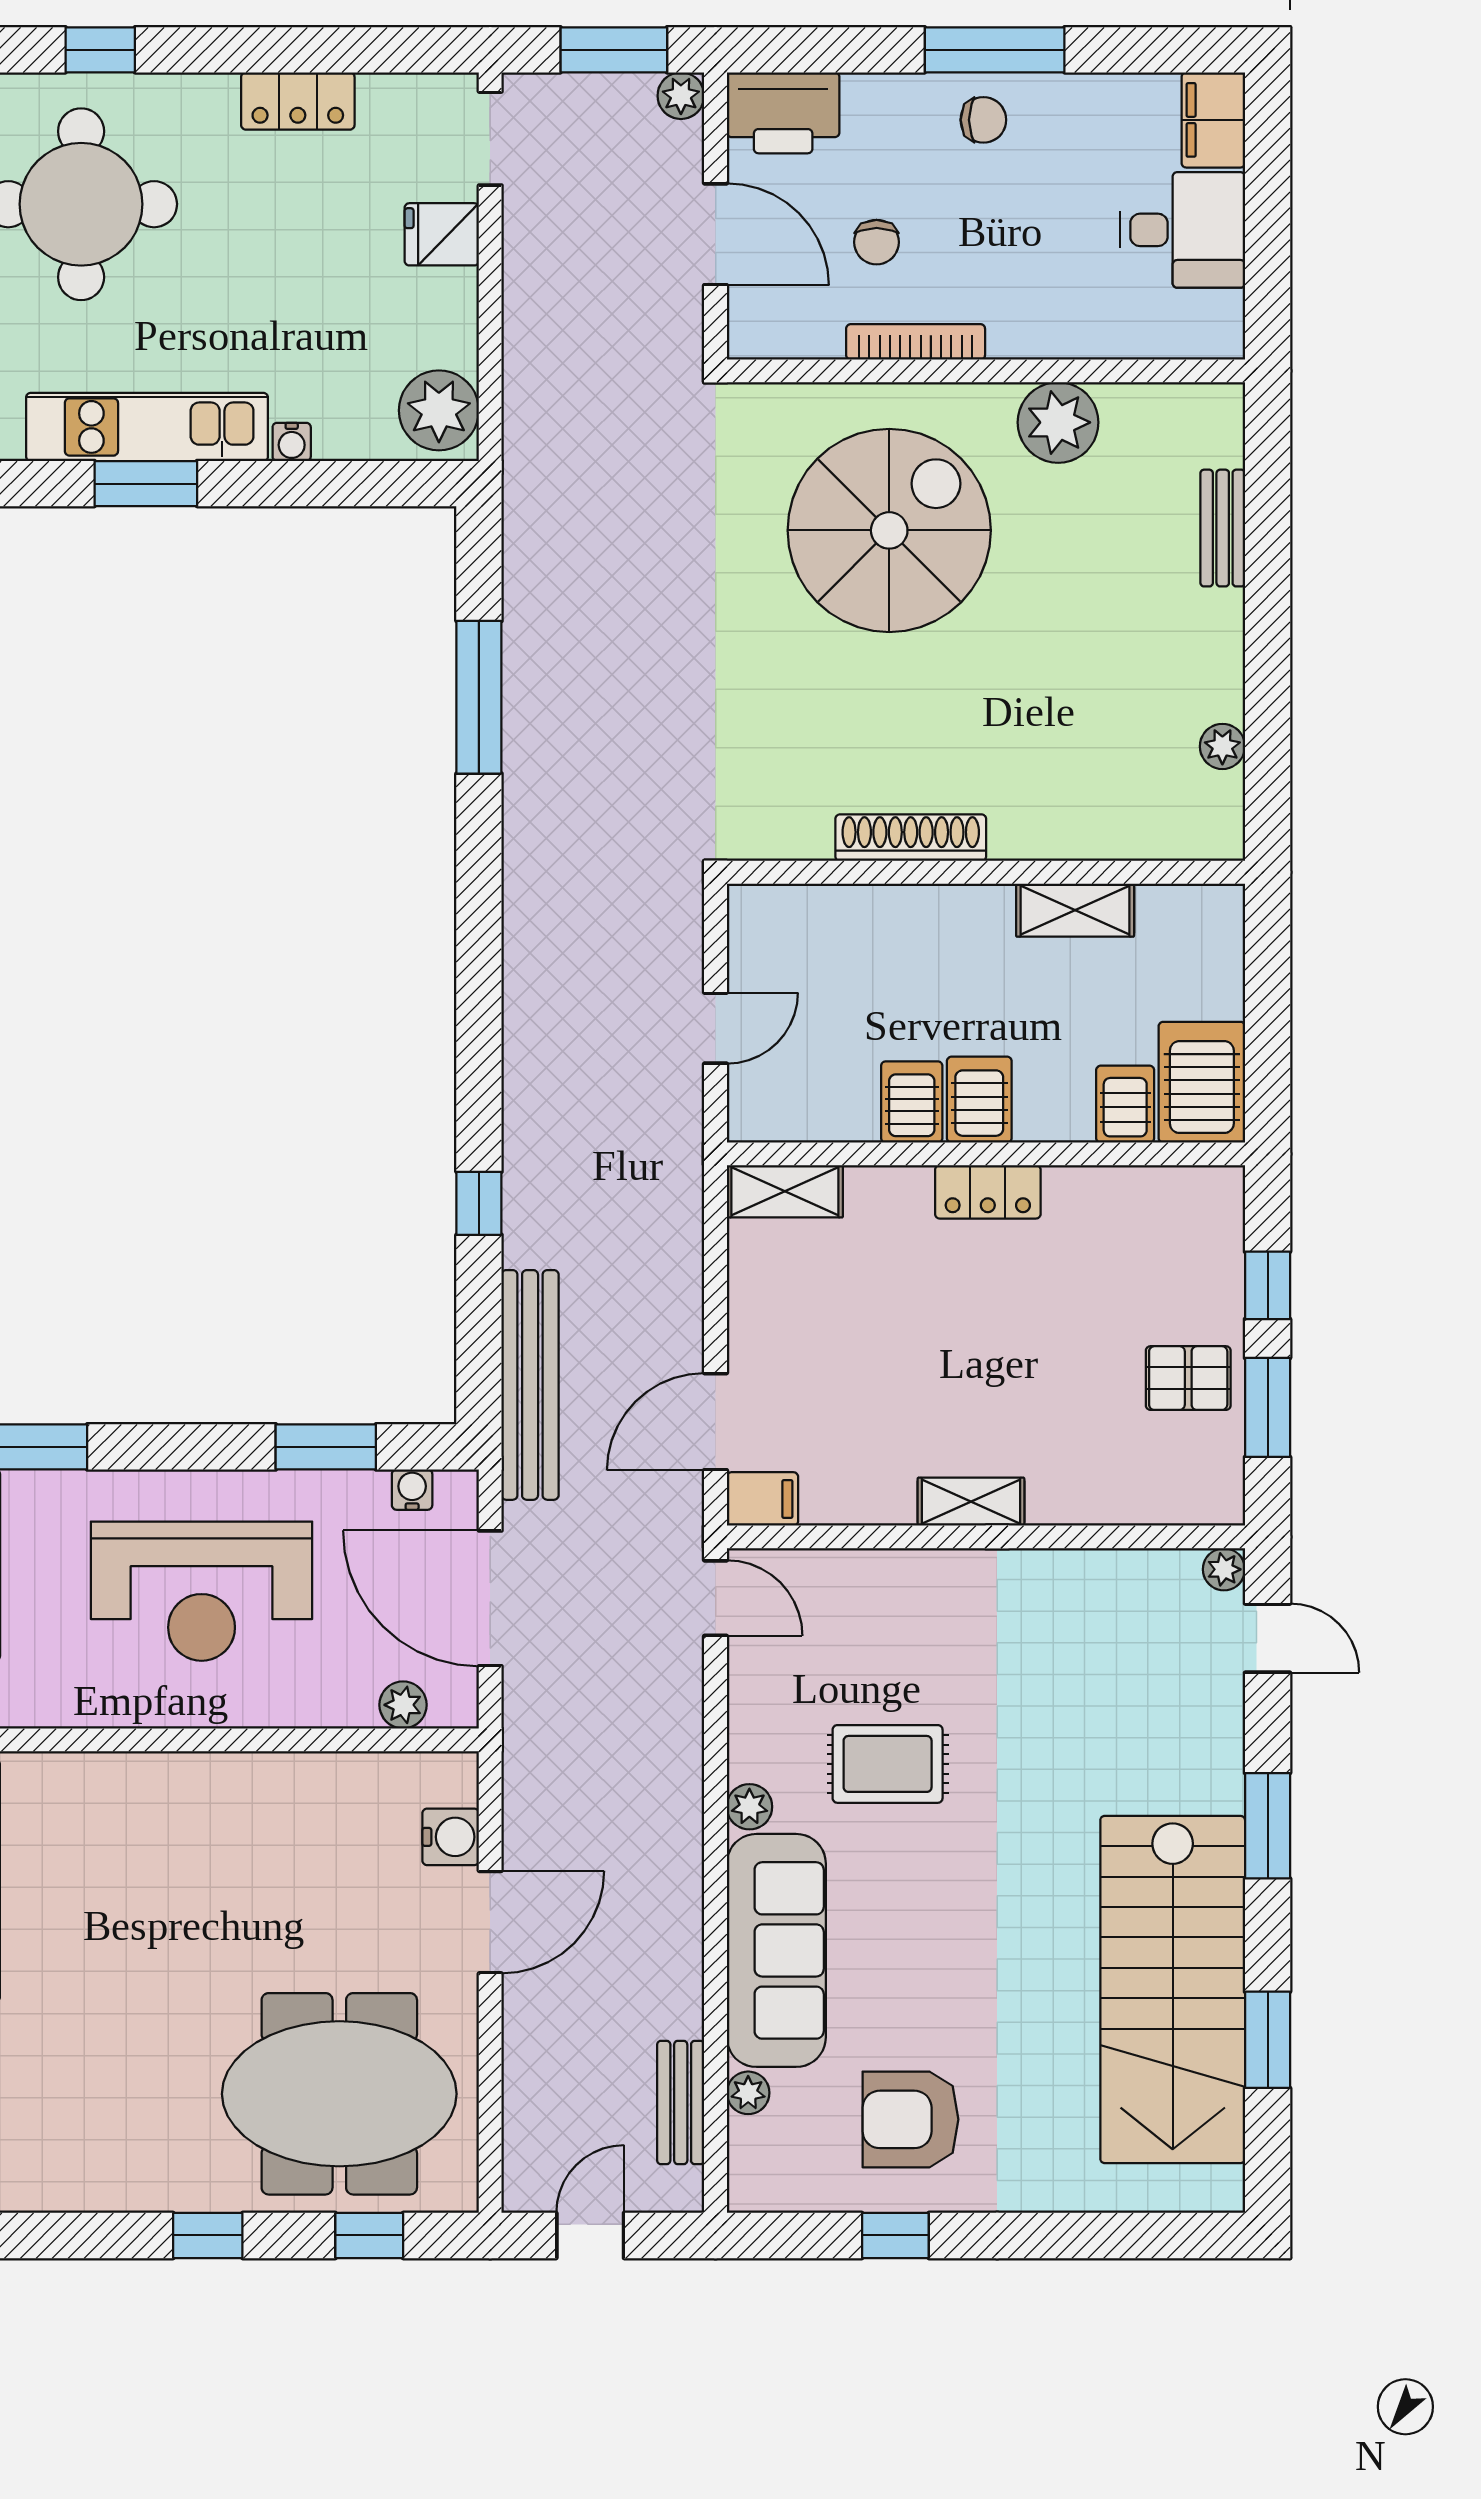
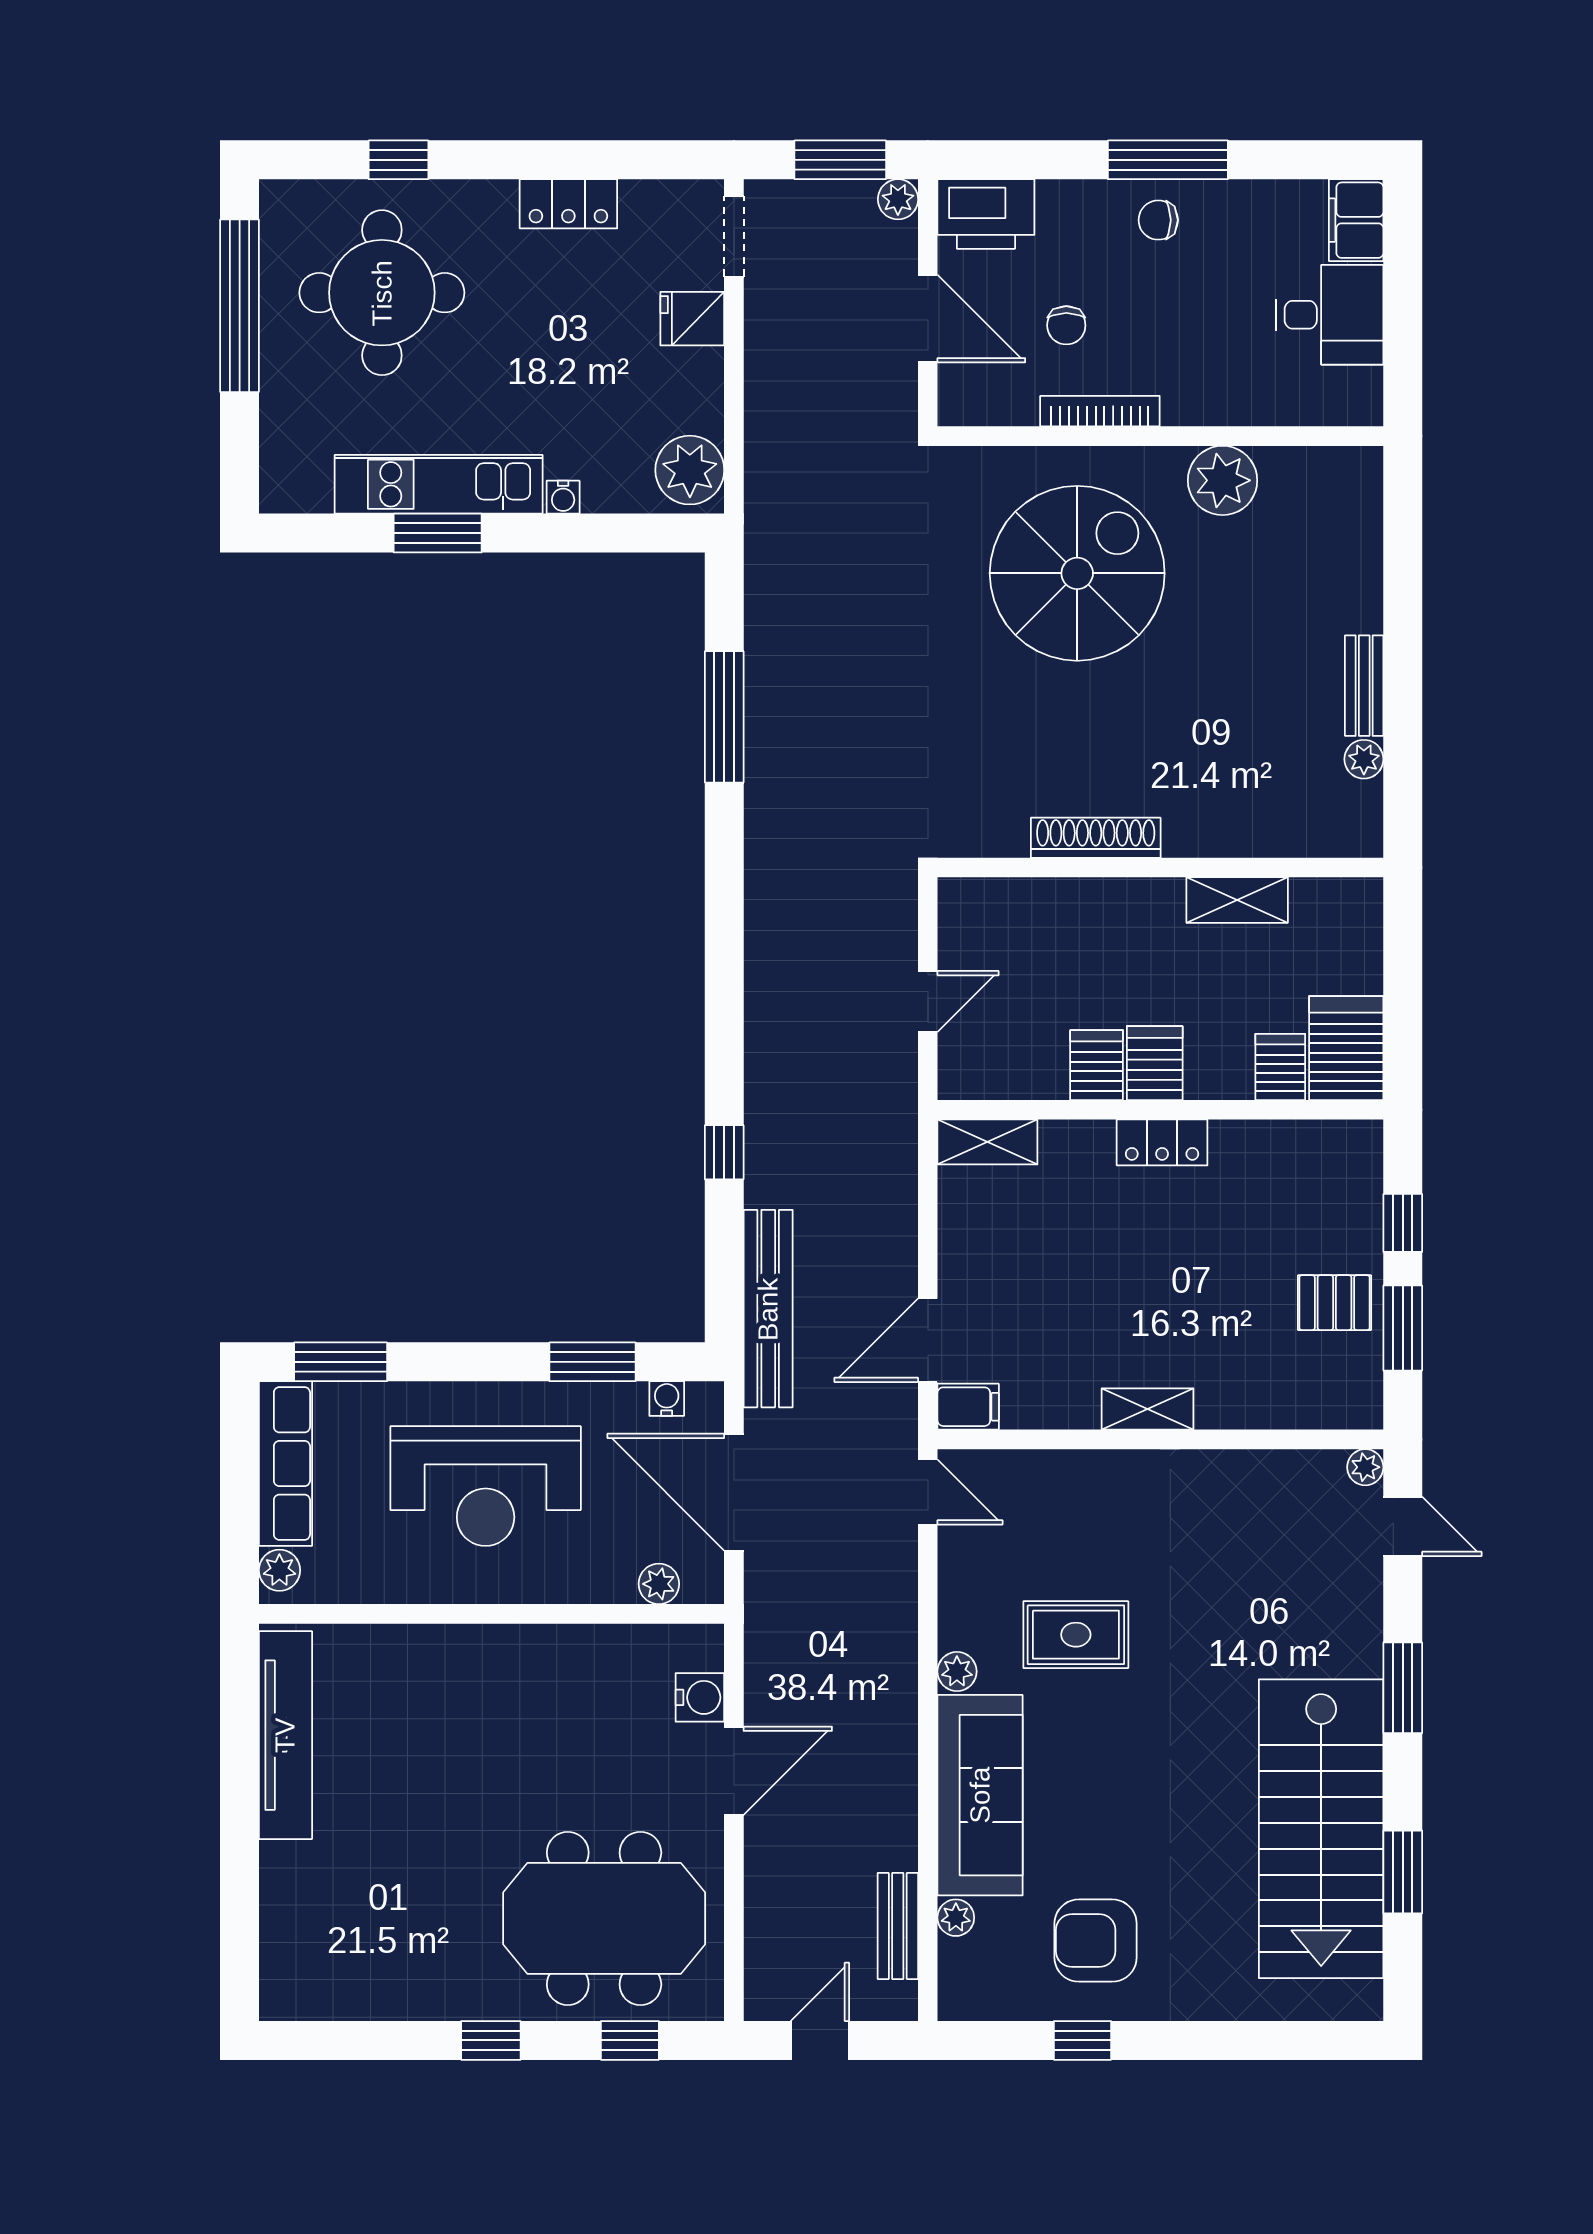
chair: (983, 120) -> (1158, 220), turned 180
bench: (1223, 528) -> (1364, 686), moved

